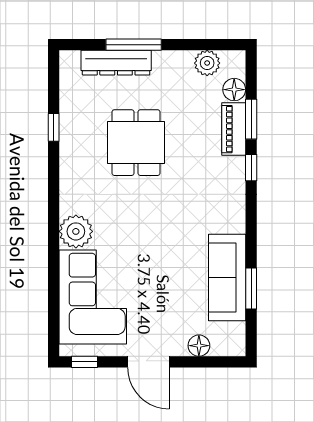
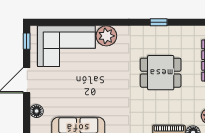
window: (54, 127) -> (159, 22), moved

